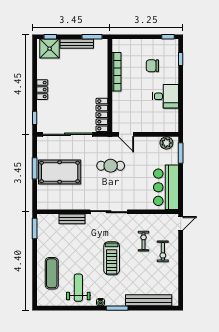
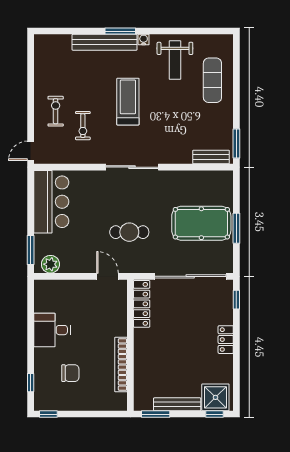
bench: (72, 219) -> (211, 157), moved
bench: (149, 300) -> (105, 42), moved

